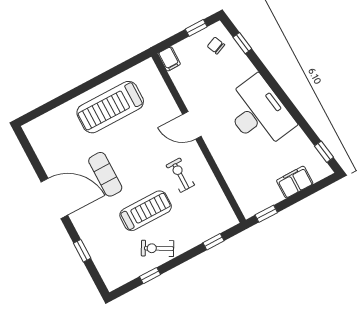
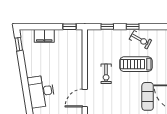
desk: (259, 113) -> (41, 91), width x0.73, depth x0.77
door: (192, 125) -> (85, 98), swing flipped
window: (150, 276) -> (133, 27), moved

